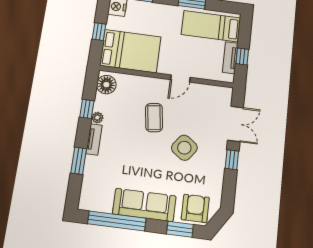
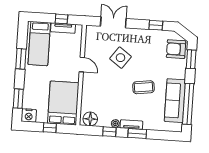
coffee table: (154, 118) -> (143, 87), moved
side table: (184, 148) -> (121, 58), moved
window: (232, 160) -> (156, 25), moved
window: (79, 161) -> (137, 134), moved
sofa: (144, 205) -> (175, 101), moved

